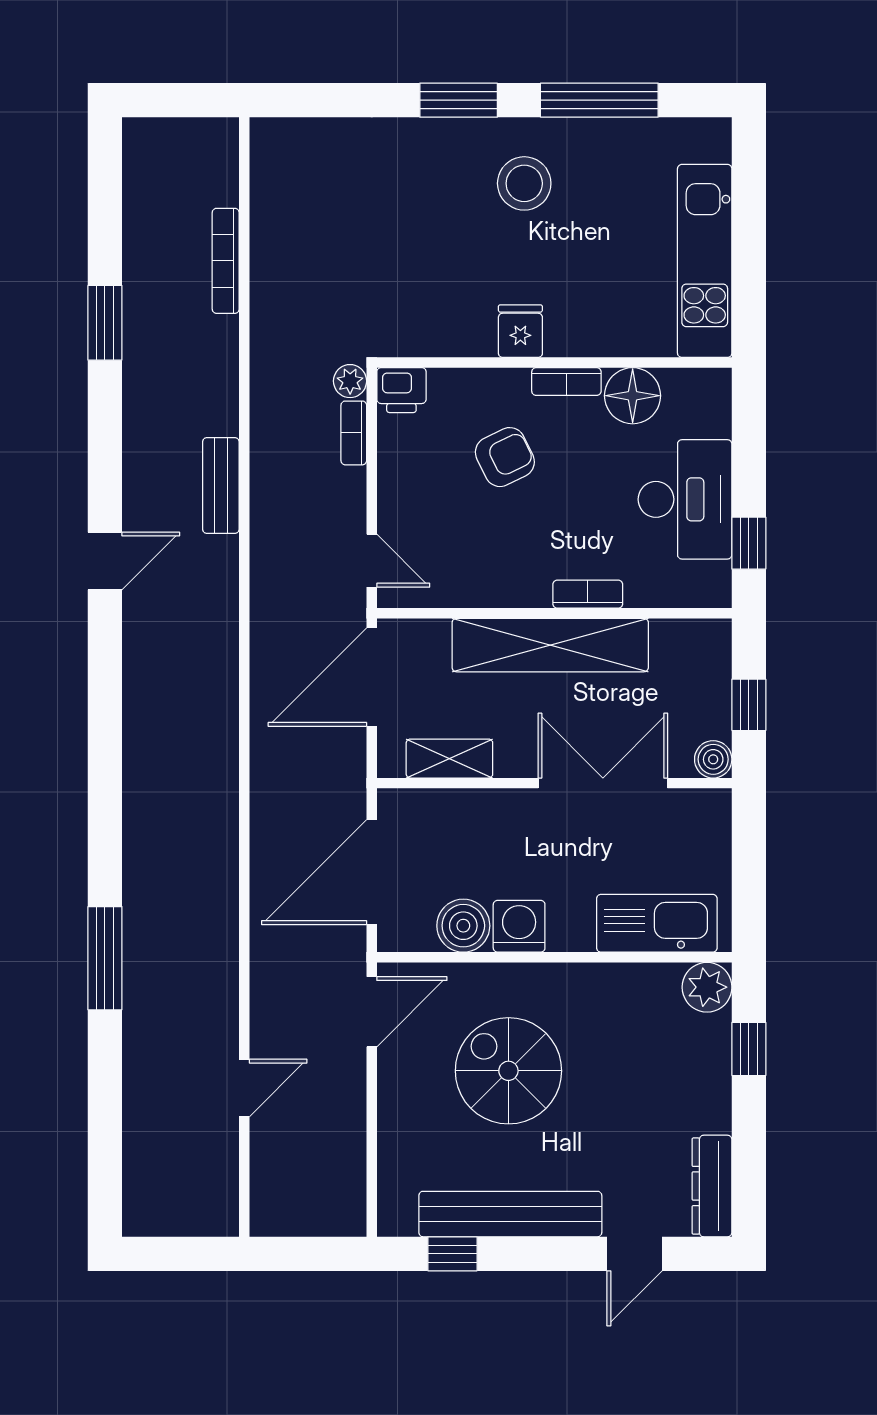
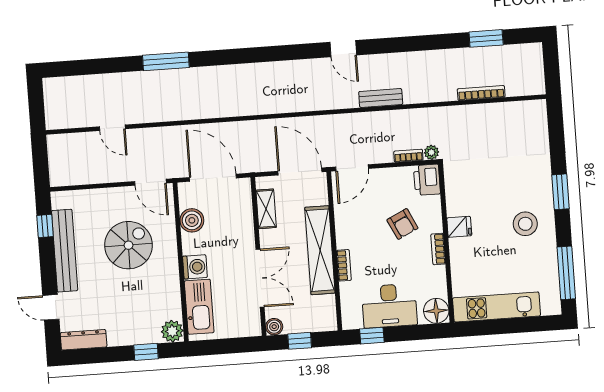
window: (599, 100) -> (566, 273), moved
window: (105, 323) -> (486, 38), moved
printer: (401, 390) -> (427, 180), width x1.36, depth x1.24
floor lamp: (633, 396) -> (436, 311), moved
door: (372, 561) -> (352, 168), width x1.38
washing machine: (519, 926) -> (195, 267), moved

